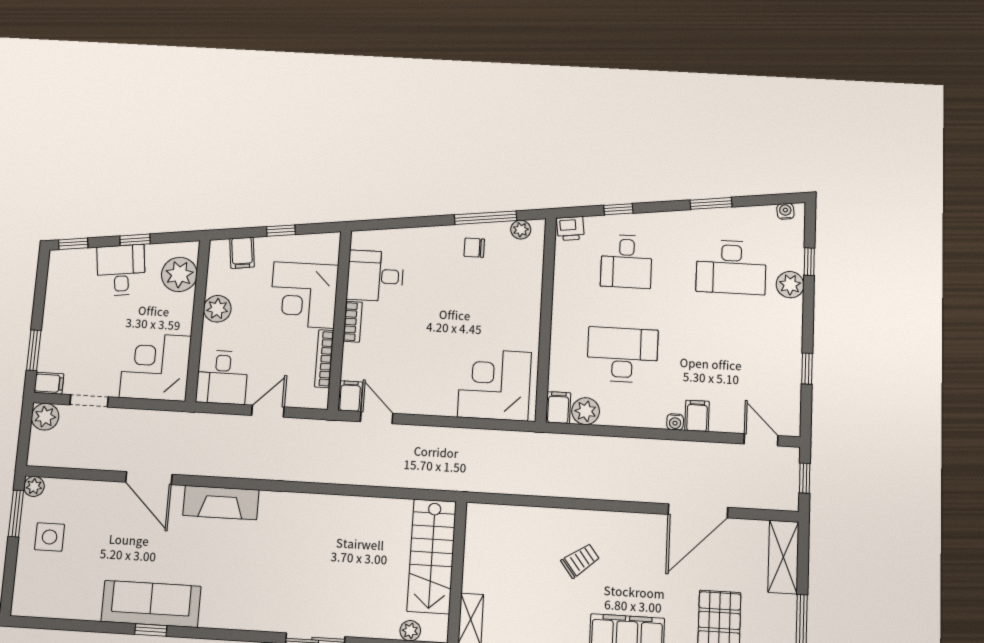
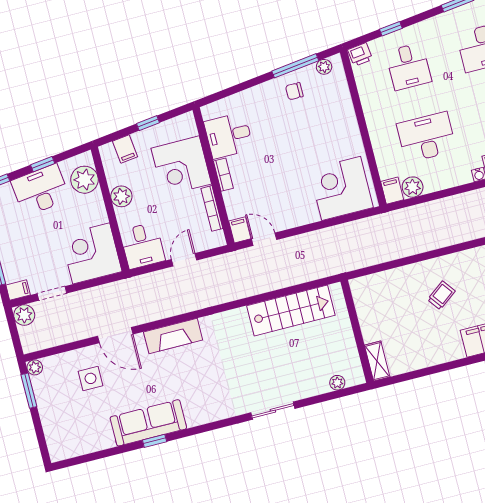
desk: (121, 270) -> (40, 190), width x1.37
side table: (50, 537) -> (91, 378), moved
stairs: (432, 556) -> (291, 310), moved, turned -90

